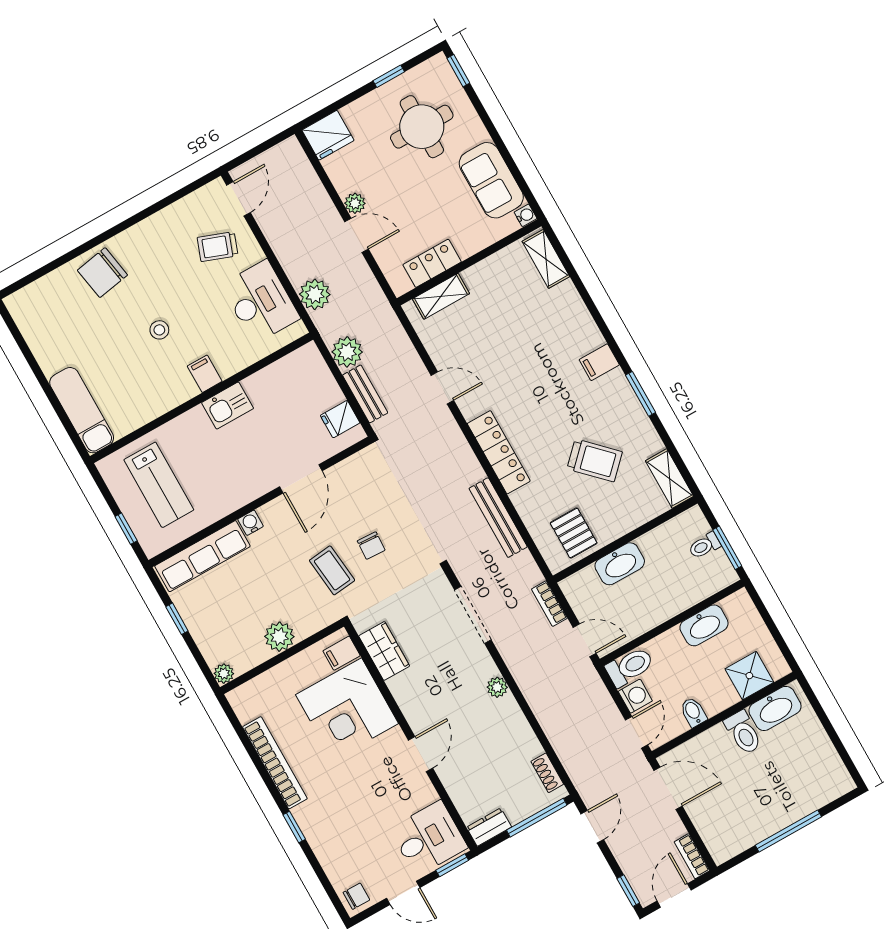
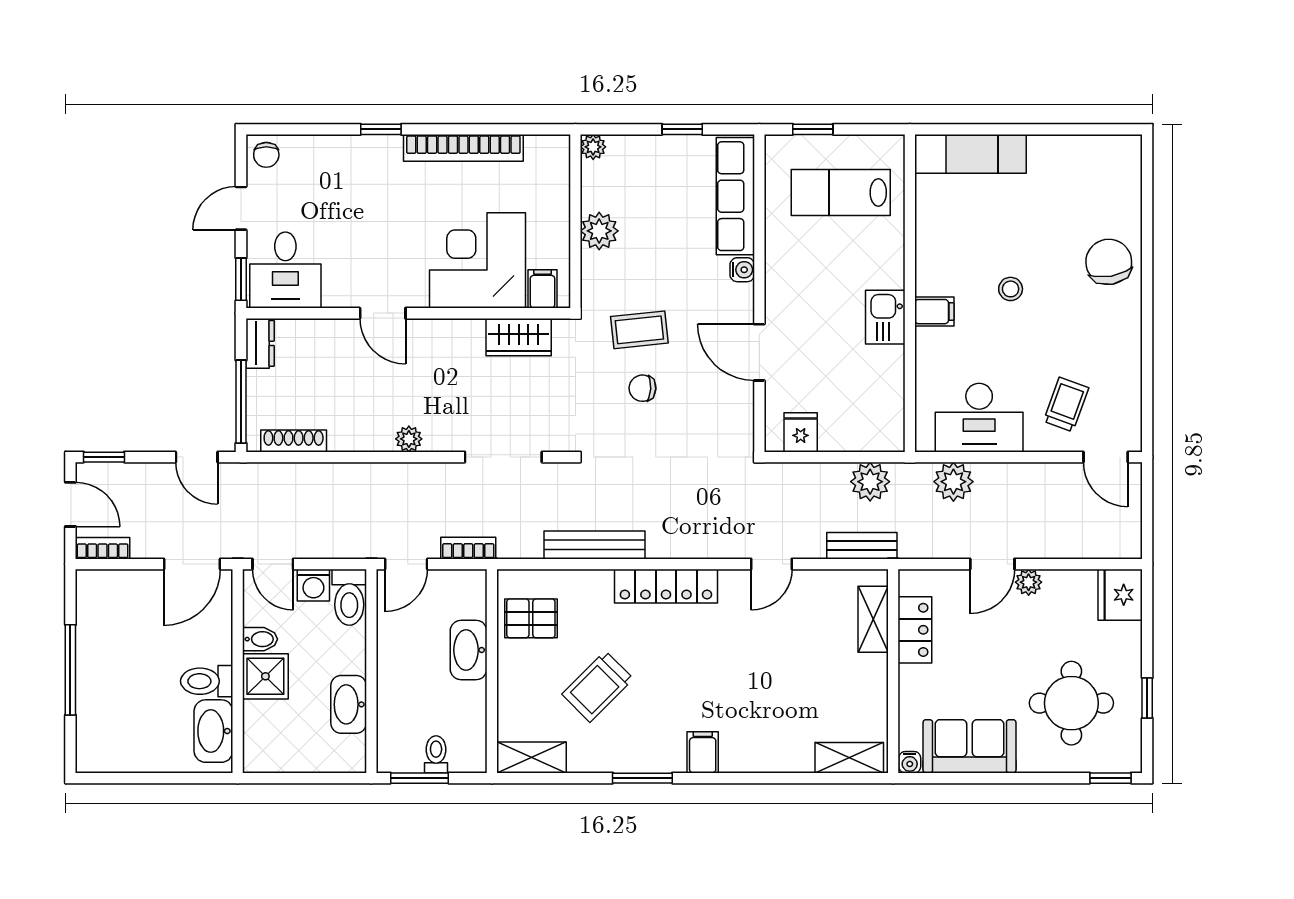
bench: (365, 394) -> (862, 546), moved
shower: (749, 676) -> (265, 676), moved
shoe rack: (547, 773) -> (294, 441), width x1.43

